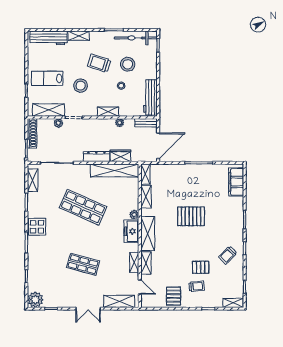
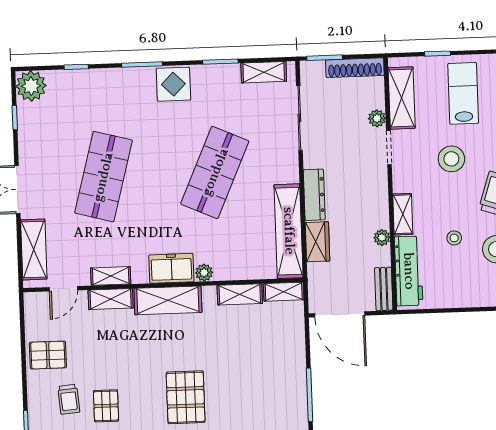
workbench: (150, 97) -> (409, 271), moved, turned 90
pallet: (191, 216) -> (186, 397), moved
shop shelf: (83, 264) -> (103, 177), width x1.43, depth x1.36

